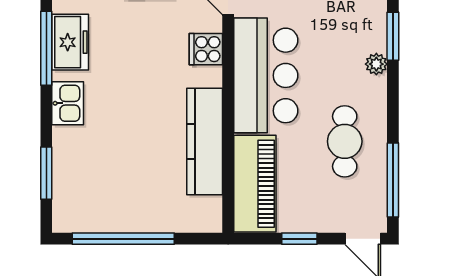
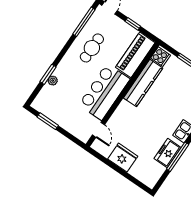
cooker: (206, 49) -> (161, 57), moved
plant: (376, 64) -> (53, 81), moved

